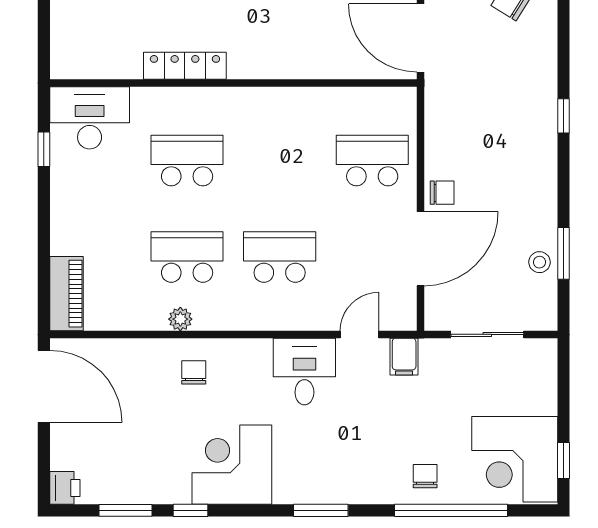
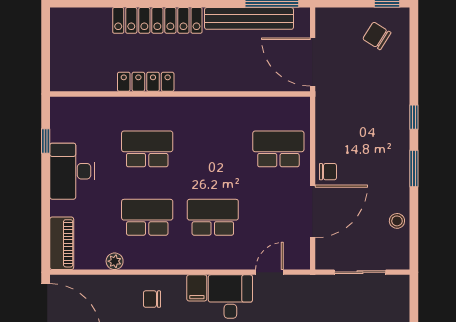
desk: (90, 118) -> (72, 171), moved, turned -90
window: (563, 253) -> (414, 168), moved
plant: (180, 319) -> (115, 261), moved
filing cabinet: (404, 357) -> (197, 288), moved
chair: (194, 372) -> (152, 299), turned -90

